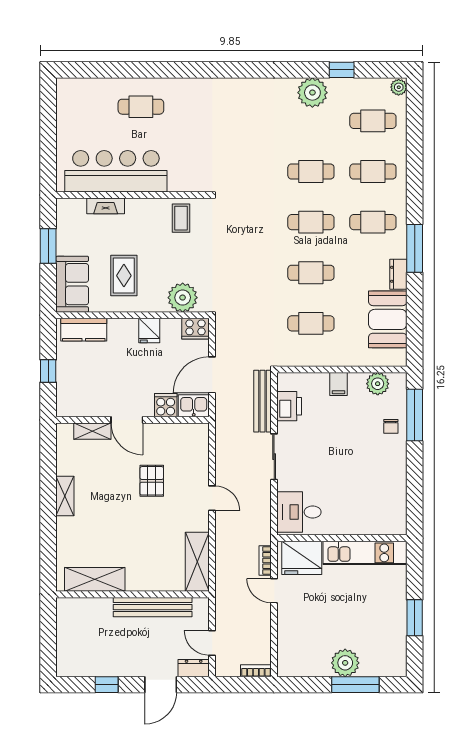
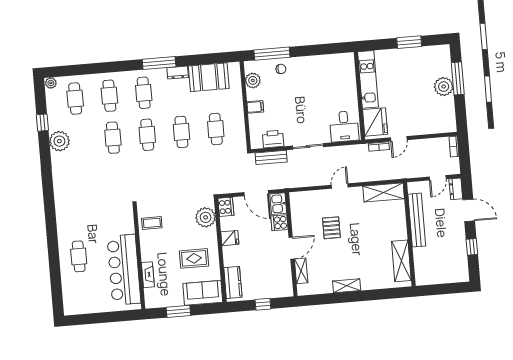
bench: (262, 401) -> (271, 157), width x0.73
pallet: (152, 481) -> (331, 228), turned 90

